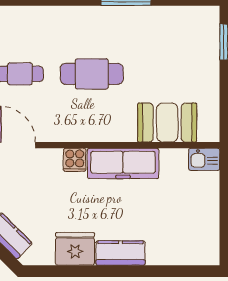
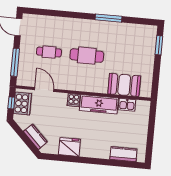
kitchen sink: (204, 159) -> (127, 105), moved
kitchen counter: (120, 253) -> (123, 154), moved

